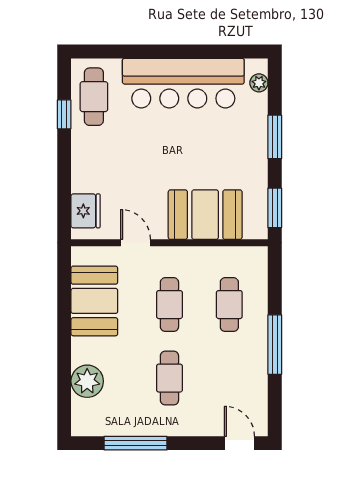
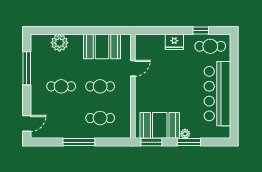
plant: (259, 83) -> (185, 134), moved
fridge: (86, 211) -> (174, 42), moved
booth: (205, 215) -> (160, 125), moved, turned 90

